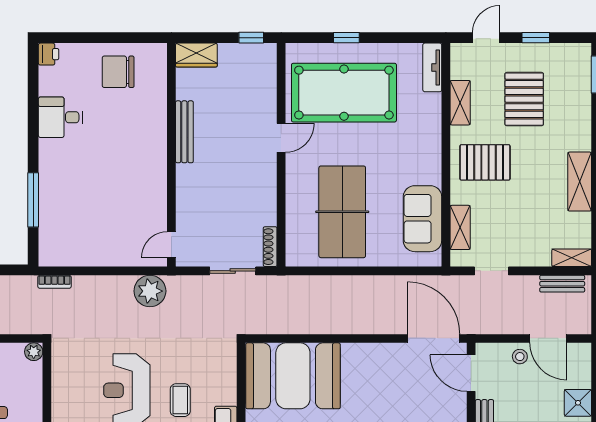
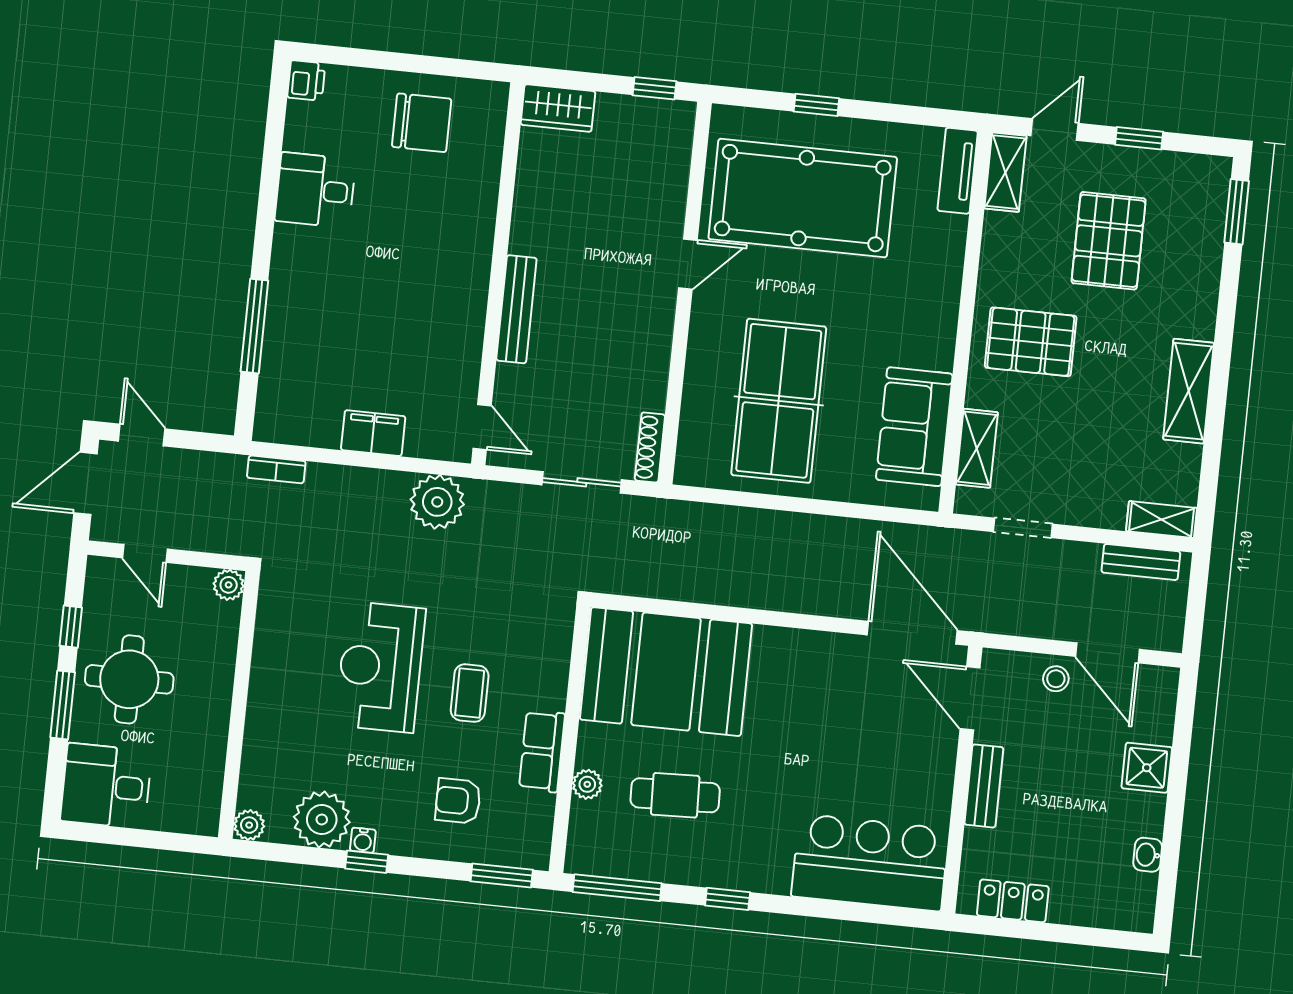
chair: (118, 72) -> (422, 123), turned 180
shelving: (460, 103) -> (1005, 172), moved
bench: (184, 132) -> (516, 309), moved
door: (171, 245) -> (482, 427), swing flipped
filing cabinet: (109, 255) -> (373, 433), added

